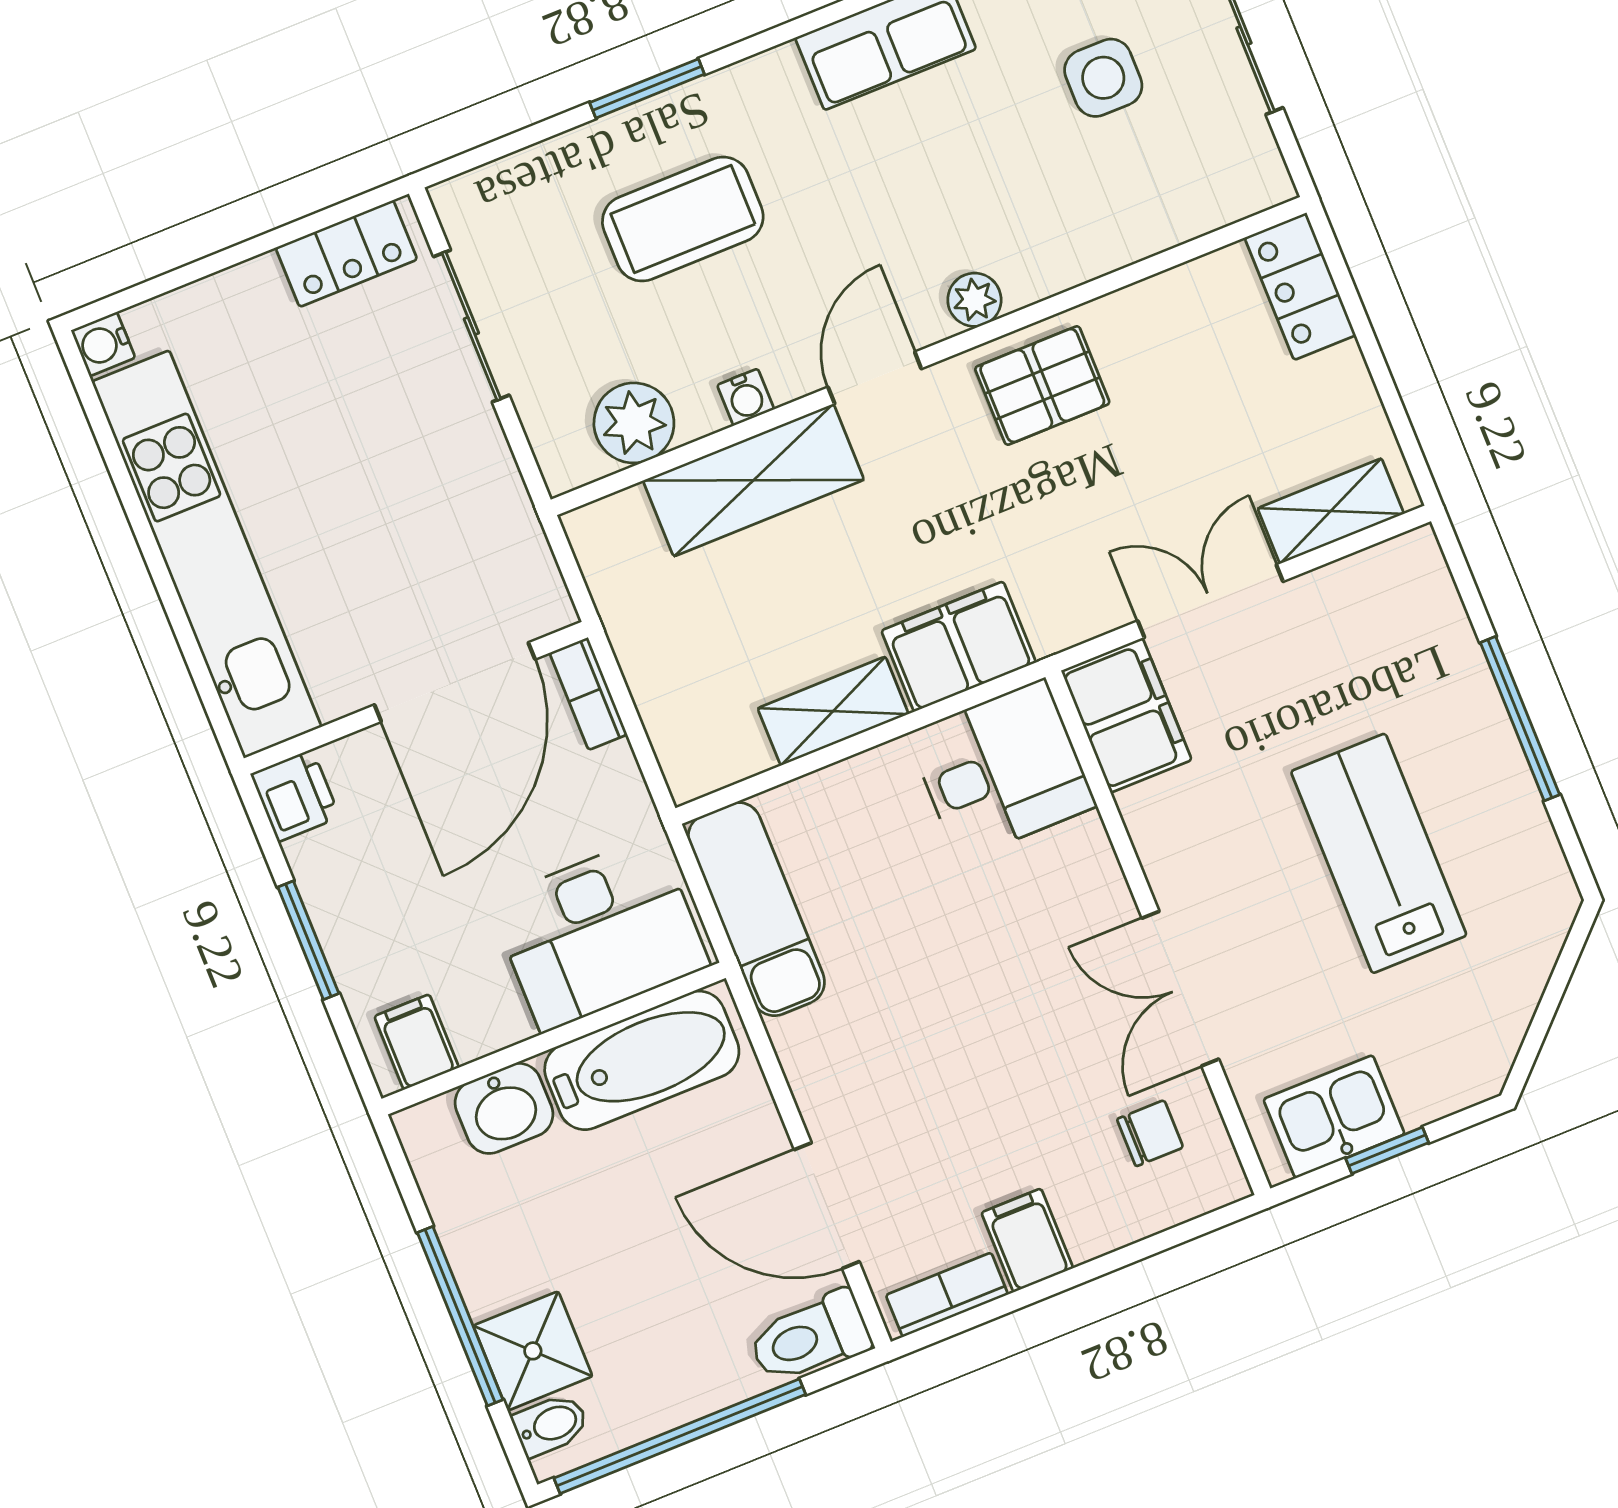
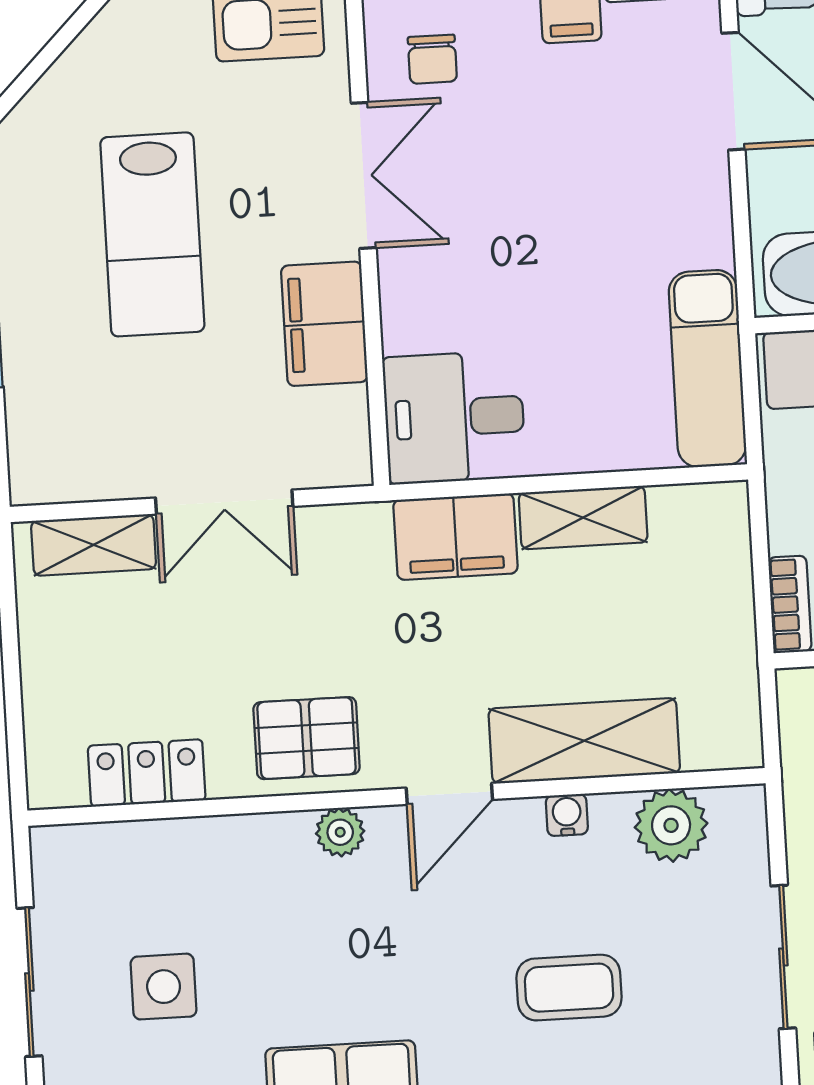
coffee table: (683, 219) -> (569, 988), width x0.73, depth x0.77
locker: (1300, 286) -> (147, 773), moved, turned -90
filing cabinet: (1126, 715) -> (324, 324), moved
chair: (1150, 1133) -> (432, 59), turned -90

